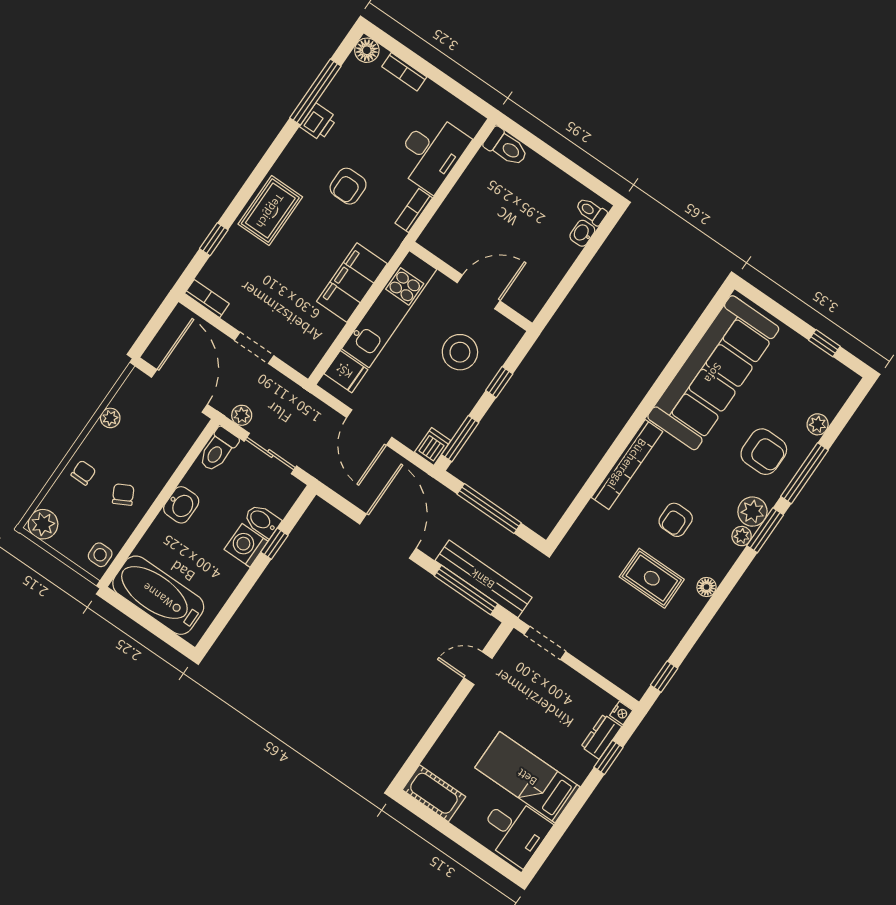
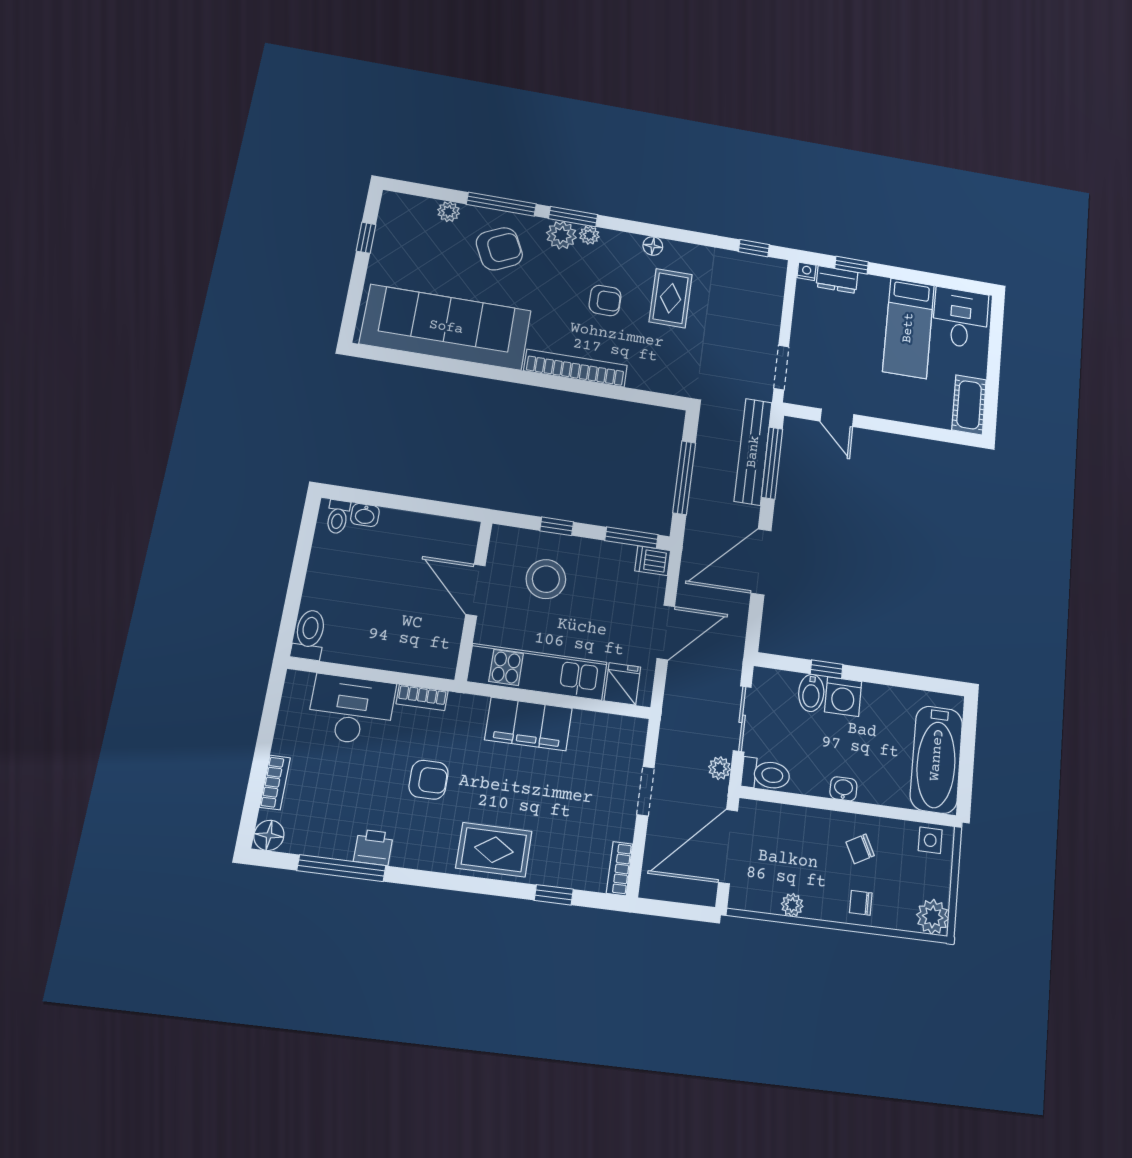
armchair: (764, 452) -> (499, 249), turned 64
washbasin: (181, 505) -> (843, 789), width x0.72, depth x0.69

